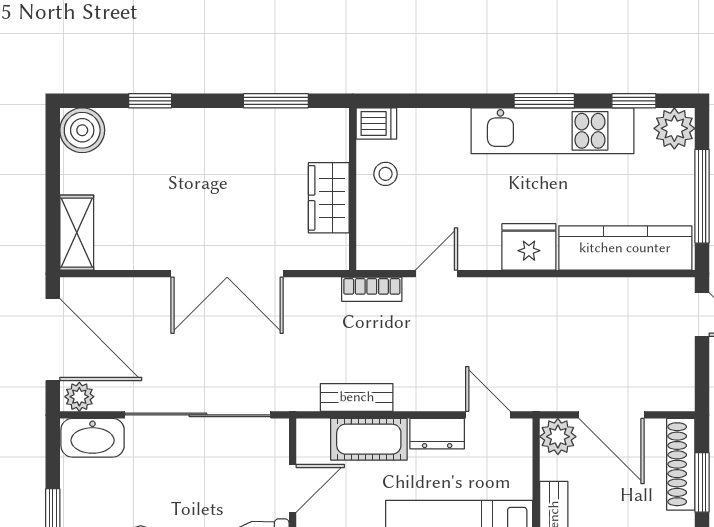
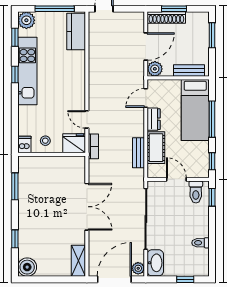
window: (544, 101) -> (15, 74), width x0.67
wardrobe: (329, 198) -> (55, 164), removed
shelving: (77, 233) -> (78, 261), moved, turned 90
fridge: (529, 247) -> (74, 143), moved, turned 90
kitchen counter: (625, 248) -> (76, 31), width x0.67

